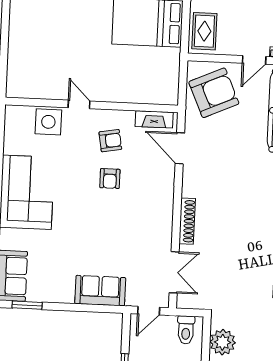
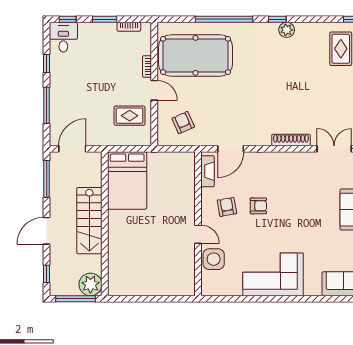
rug: (204, 31) -> (130, 116), moved
armchair: (214, 93) -> (183, 123), width x0.53, depth x0.53
door: (79, 104) -> (198, 234), swing flipped

